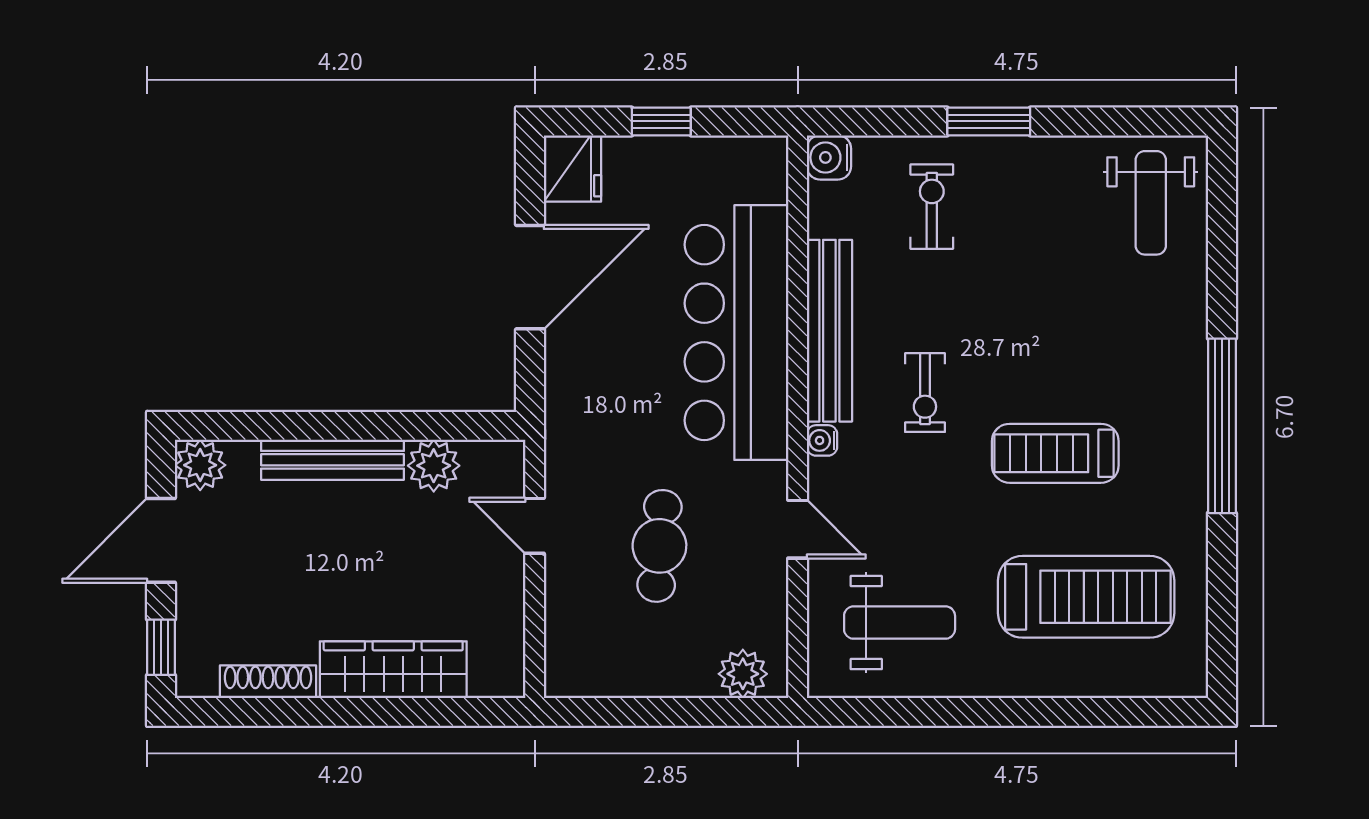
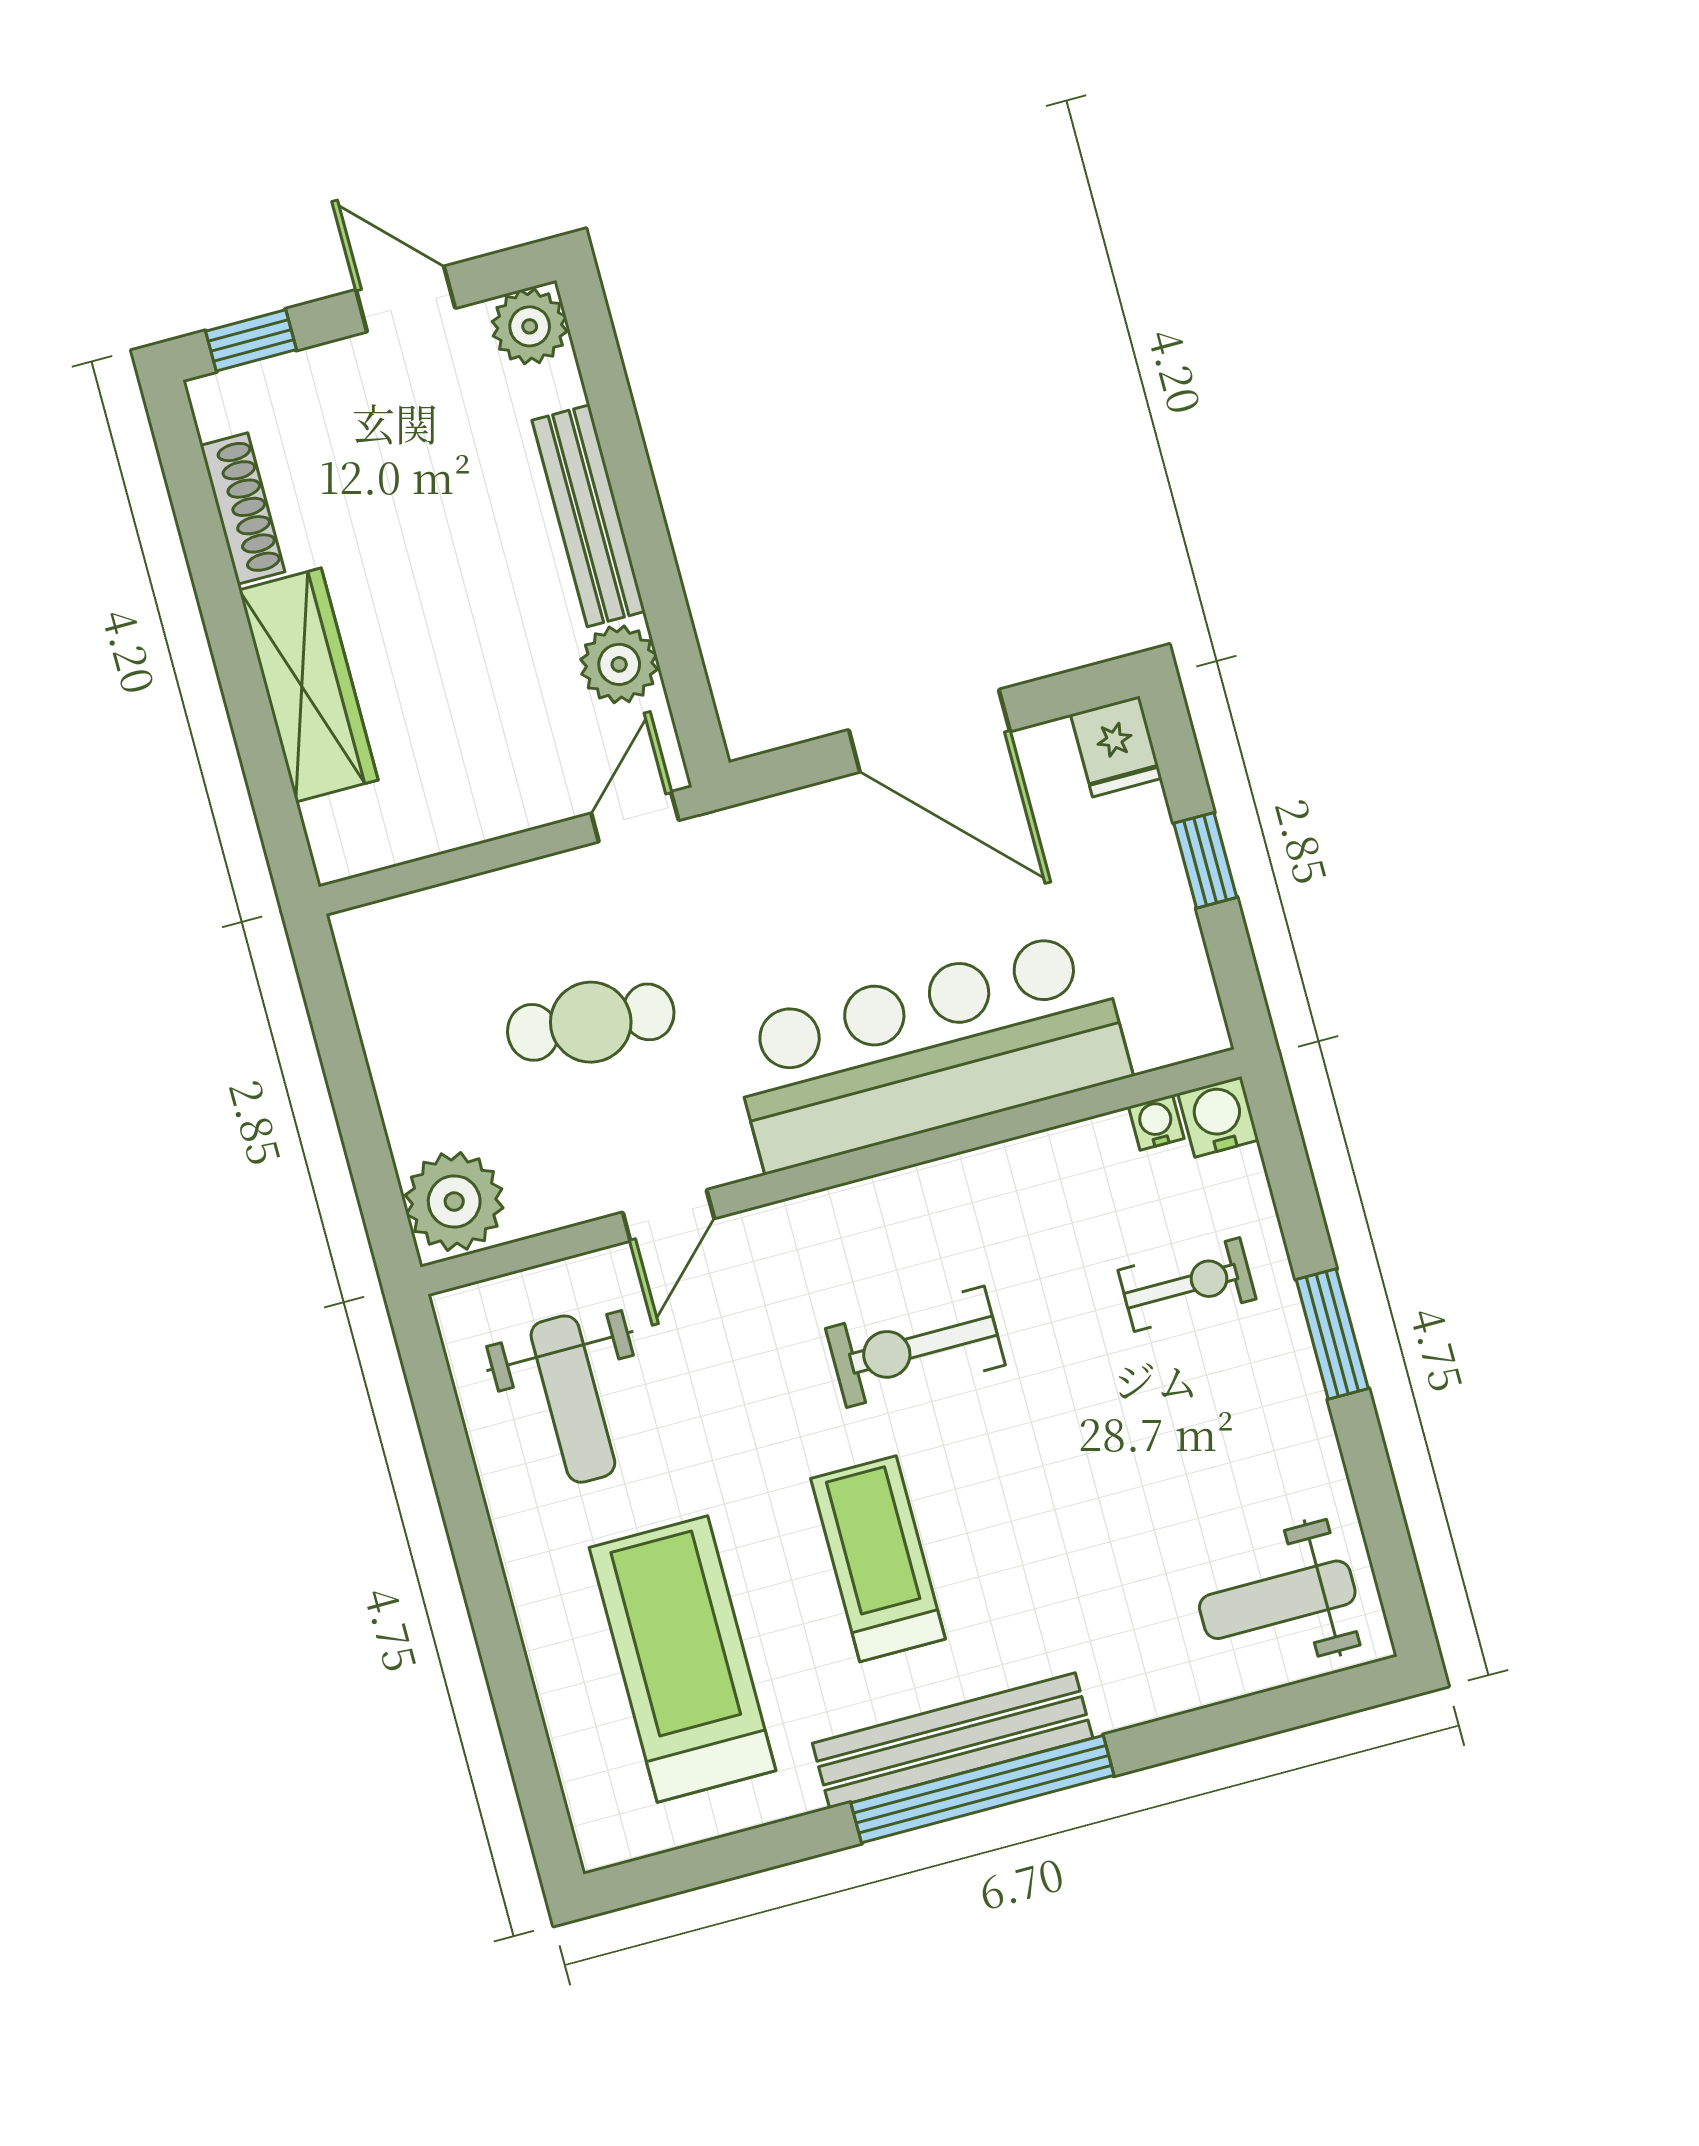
fridge: (572, 168) -> (1116, 746), width x0.72
bench: (829, 331) -> (953, 1741), moved
exercise bike: (925, 393) -> (915, 1347), width x1.38, depth x1.39
water cooler: (822, 440) -> (1156, 1123), moved
door: (535, 526) -> (635, 817), moved
door: (161, 540) -> (406, 299), width x0.73
treadmill: (1086, 597) -> (682, 1659), turned 180
plant: (743, 674) -> (454, 1202), width x1.36, depth x1.36

